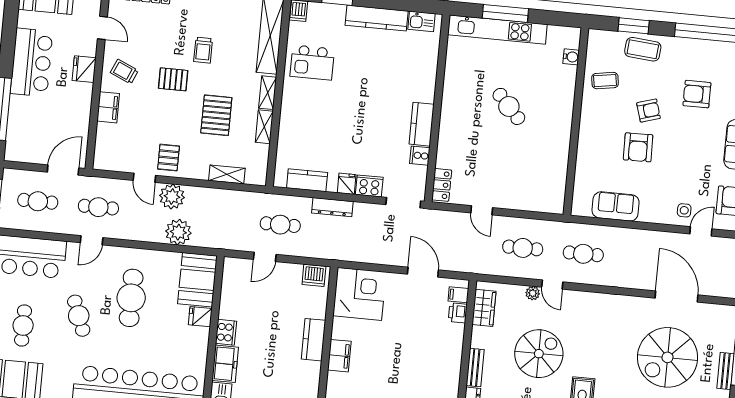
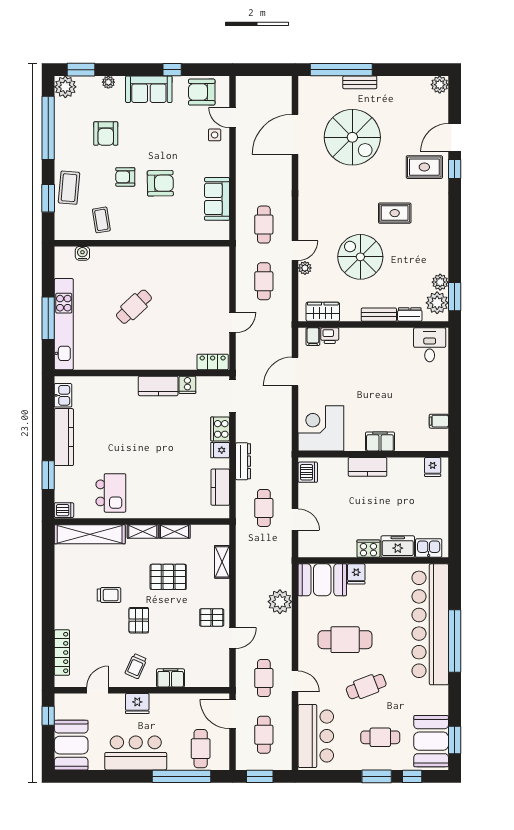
armchair: (649, 111) -> (125, 177), turned -73
cafe table: (29, 132) -> (201, 749), added
plant: (172, 197) -> (247, 611), removed

